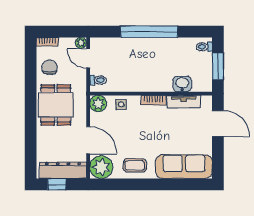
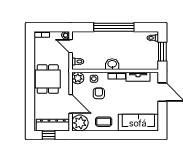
chair: (50, 67) -> (43, 52), removed
washbasin: (182, 84) -> (112, 64), moved
armchair: (128, 125) -> (99, 93), added

